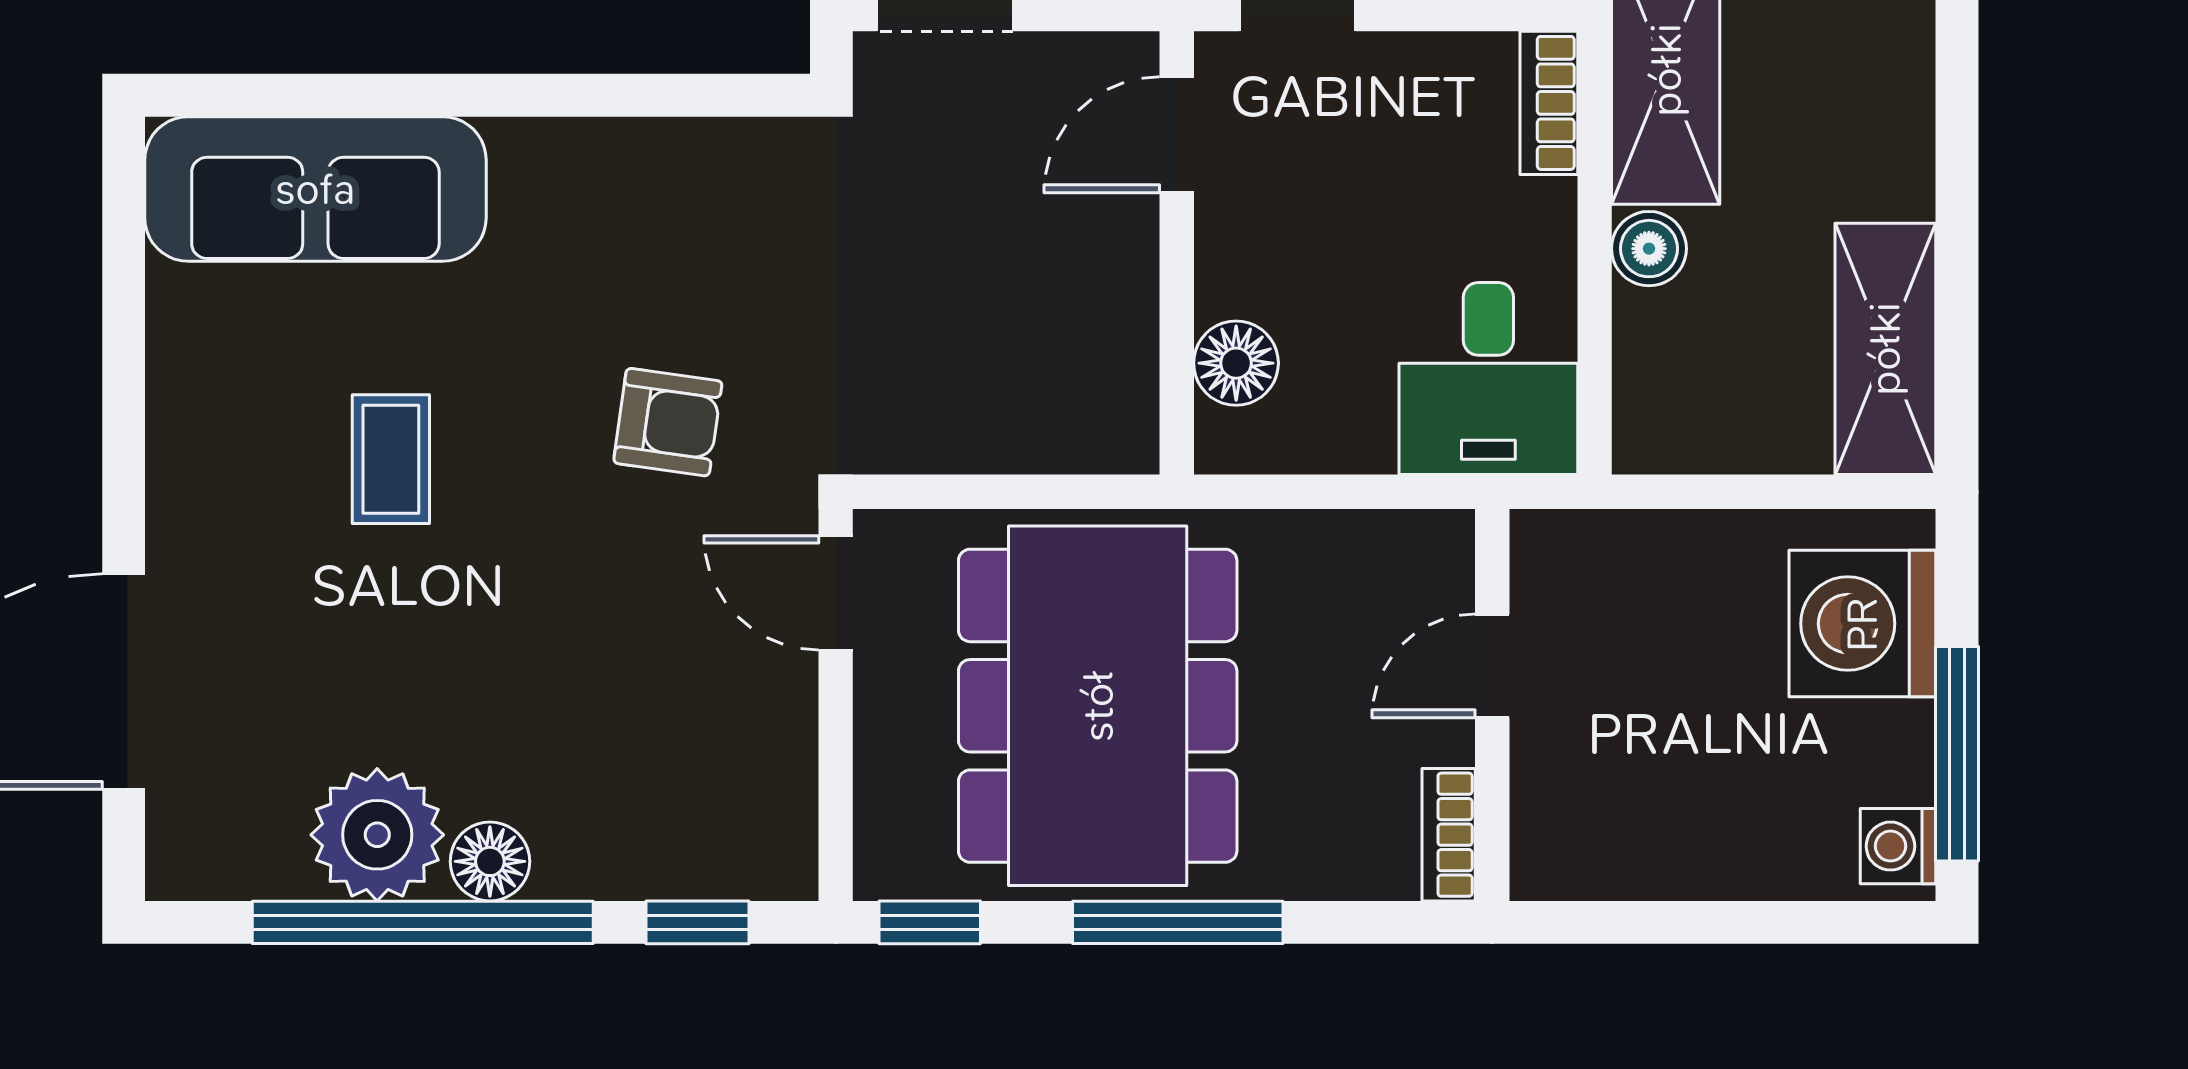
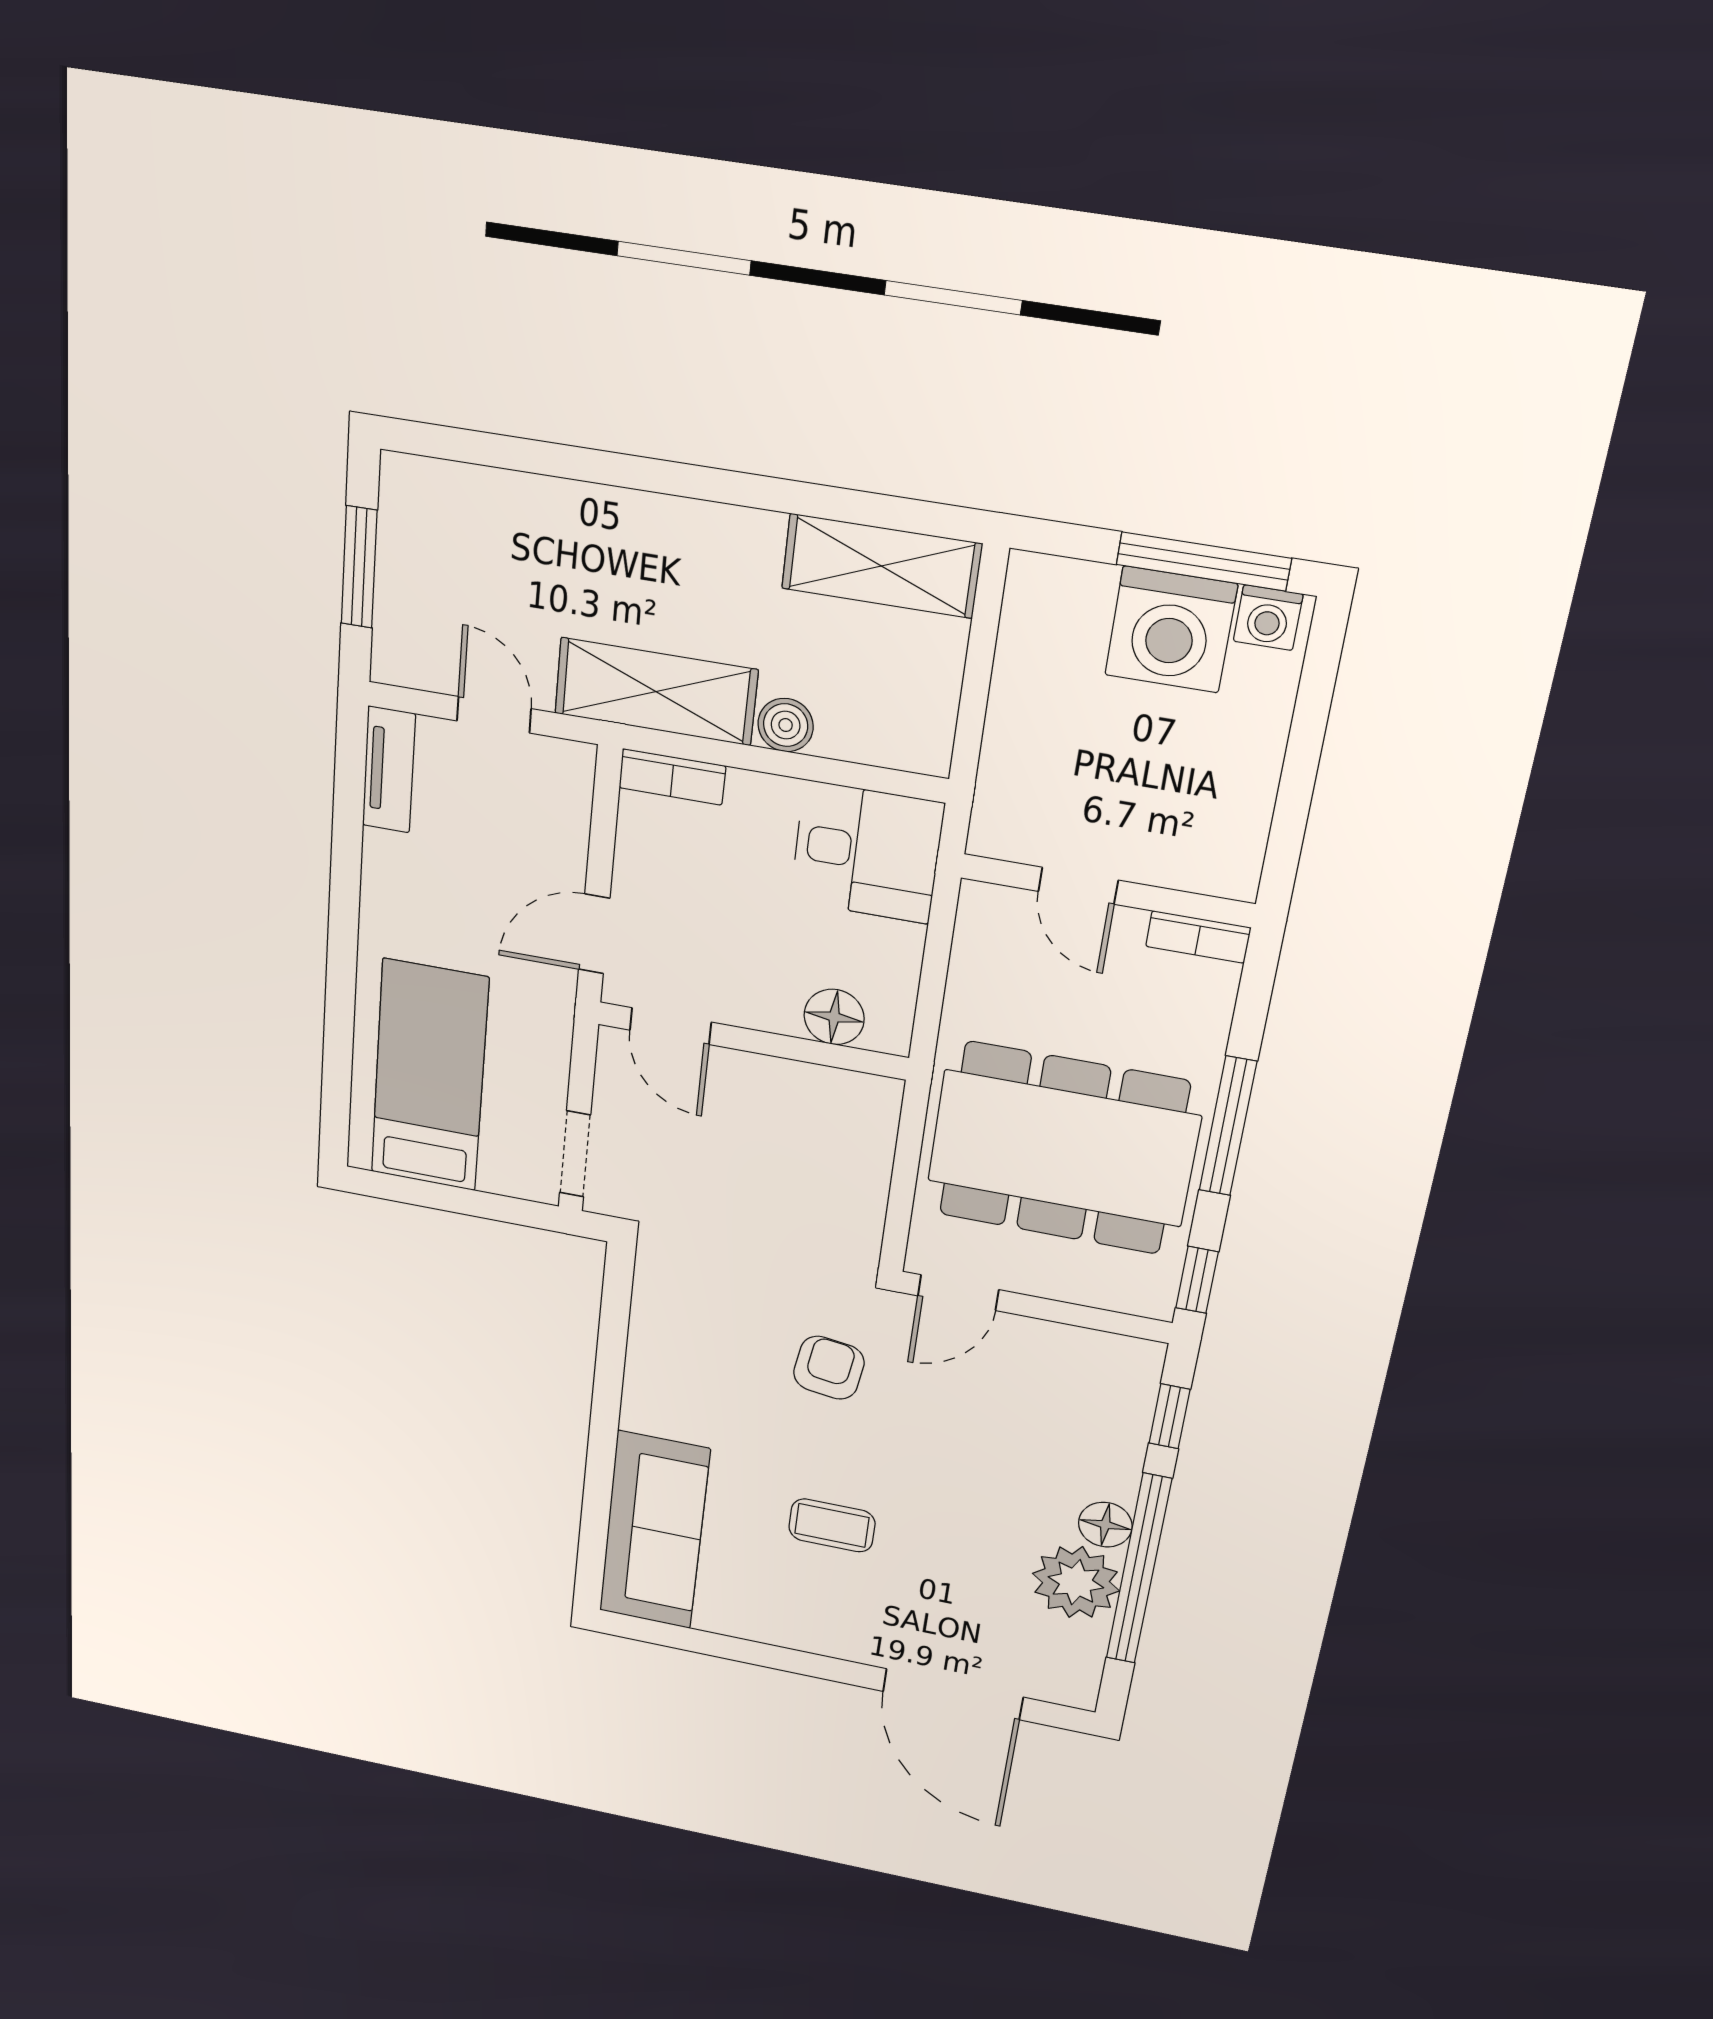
washing machine: (1862, 624) -> (1171, 630), moved

